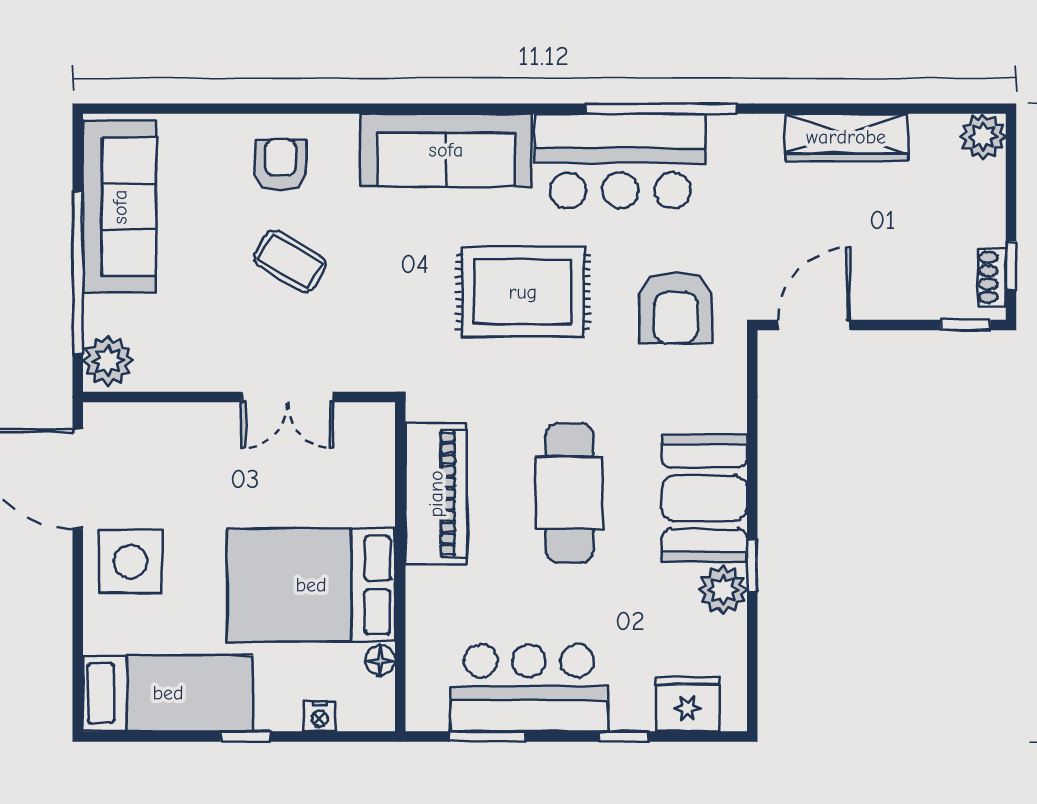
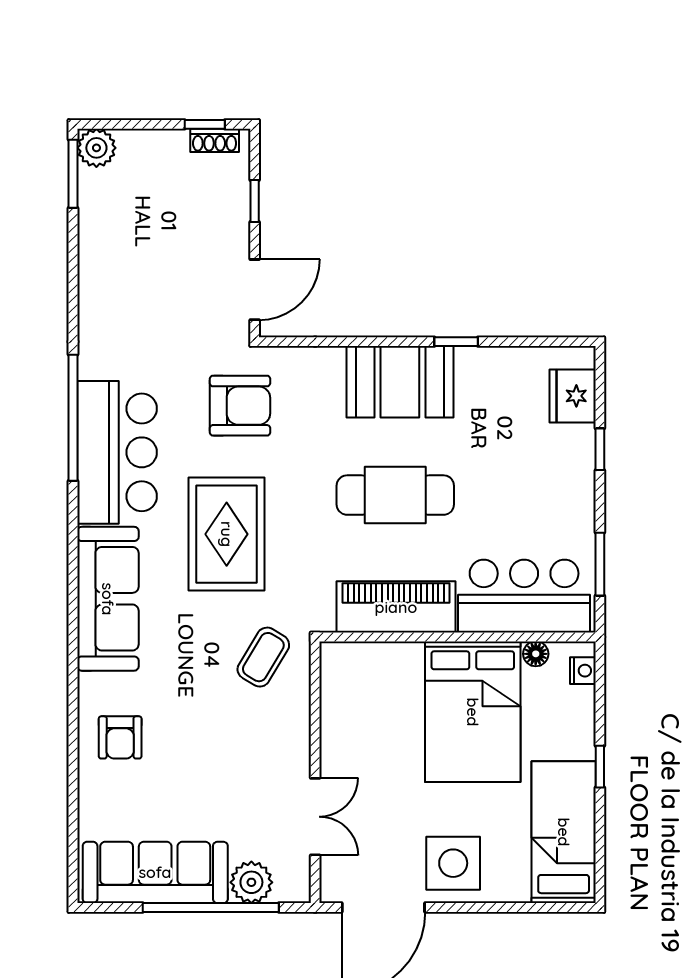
window: (952, 109) -> (73, 174), added
wardrobe: (846, 137) -> (97, 263), removed
armchair: (280, 165) -> (120, 737), turned -90
coffee table: (290, 261) -> (263, 657), moved
door: (814, 325) -> (255, 290), swing flipped
window: (965, 325) -> (255, 201), moved
plant: (108, 361) -> (251, 882), moved
double door: (288, 397) -> (315, 817), moved
plant: (723, 590) -> (477, 366), removed
bar counter: (529, 688) -> (524, 596), moved, turned 90
nightstand: (320, 716) -> (583, 671), moved

